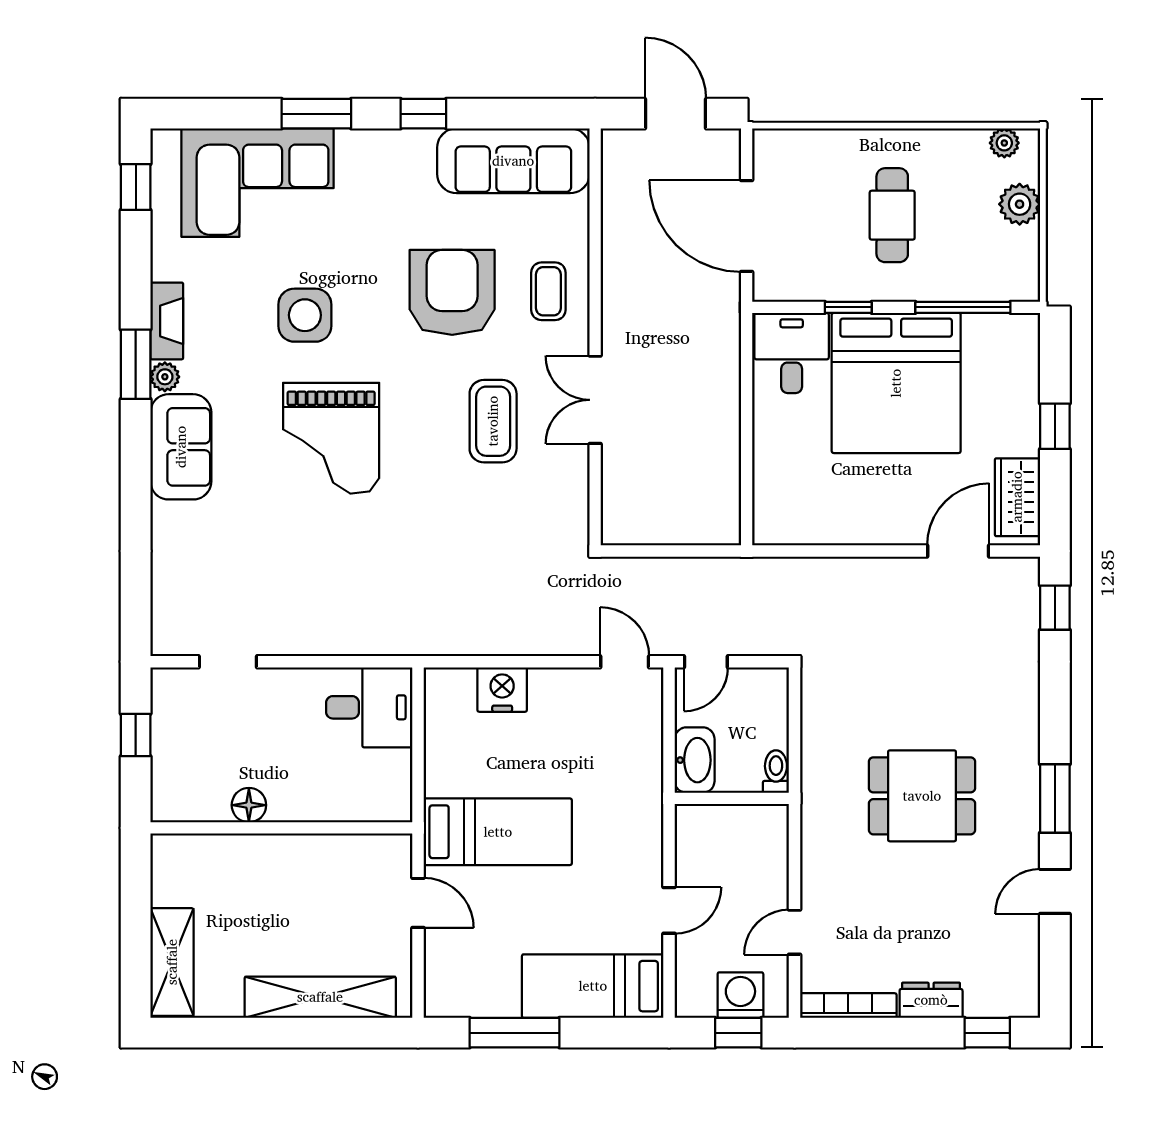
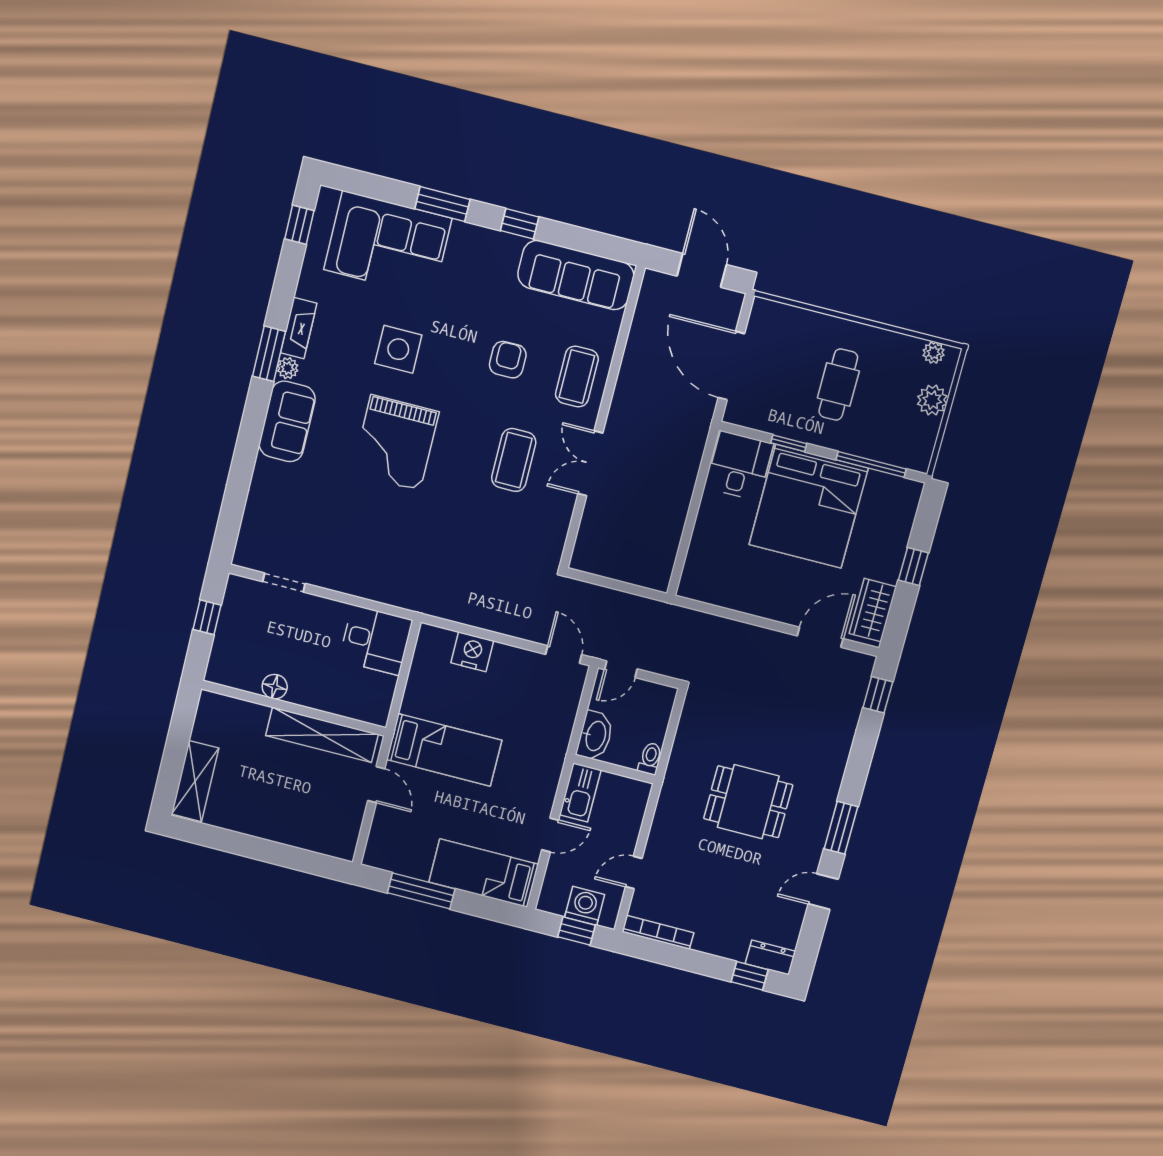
coffee table: (548, 291) -> (577, 377), width x1.36, depth x1.30
armchair: (452, 292) -> (508, 360), width x0.53, depth x0.53
kitchen sink: (695, 842) -> (580, 792), added
shelving: (320, 997) -> (322, 735), moved
dresser: (931, 1000) -> (770, 957), moved

